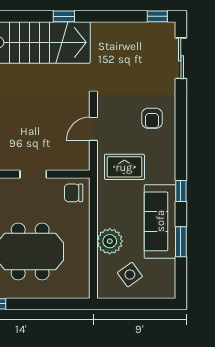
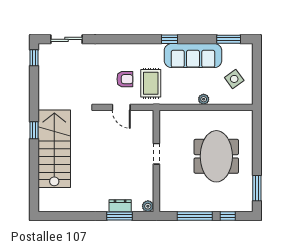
armchair: (152, 118) -> (125, 79), moved
chair: (74, 193) -> (171, 123), removed
plant: (110, 241) -> (204, 99), width x0.53, depth x0.53
window: (181, 242) -> (229, 39), moved

